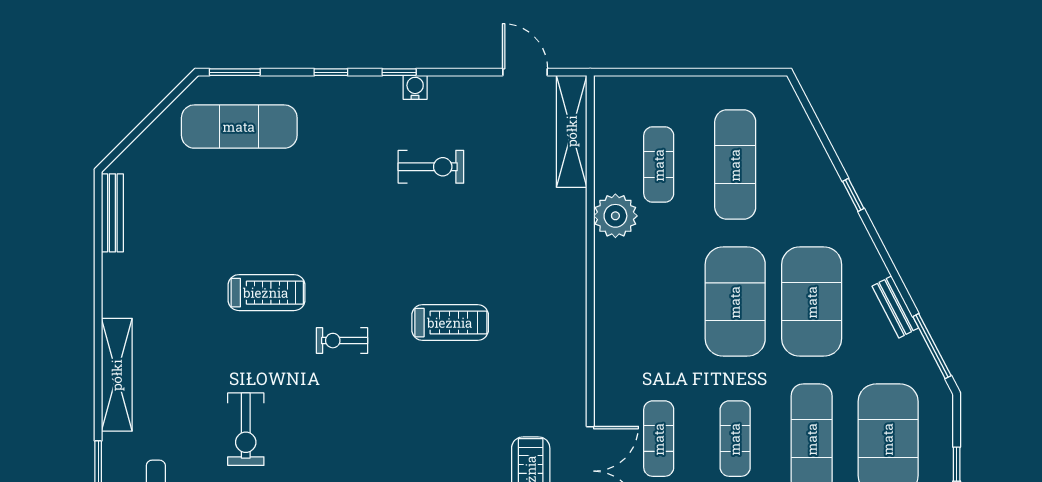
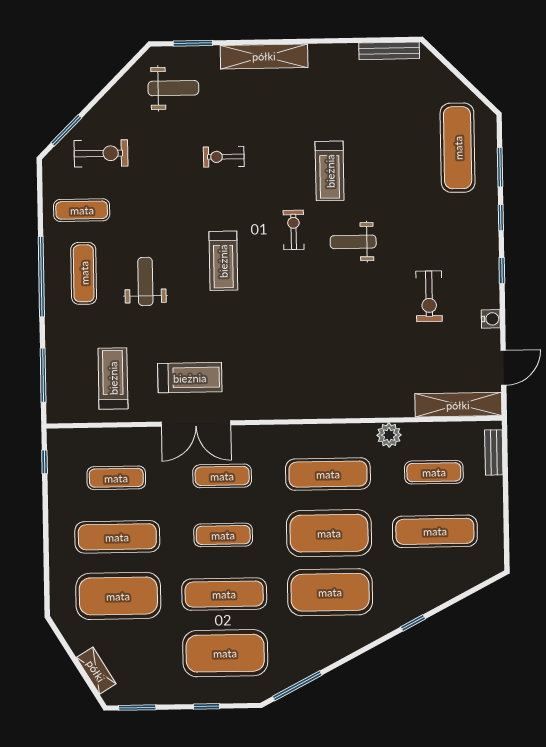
window: (235, 72) -> (500, 167), moved
water cooler: (415, 87) -> (491, 319), moved
plant: (615, 216) -> (389, 435), width x0.73, depth x0.73
weight bench: (359, 264) -> (353, 242), added
exercise mat: (659, 302) -> (328, 474), added
bench: (895, 307) -> (494, 452), moved, turned -62
treadmill: (450, 323) -> (223, 261), moved
exercise bike: (246, 429) -> (224, 157), width x0.73, depth x0.72

